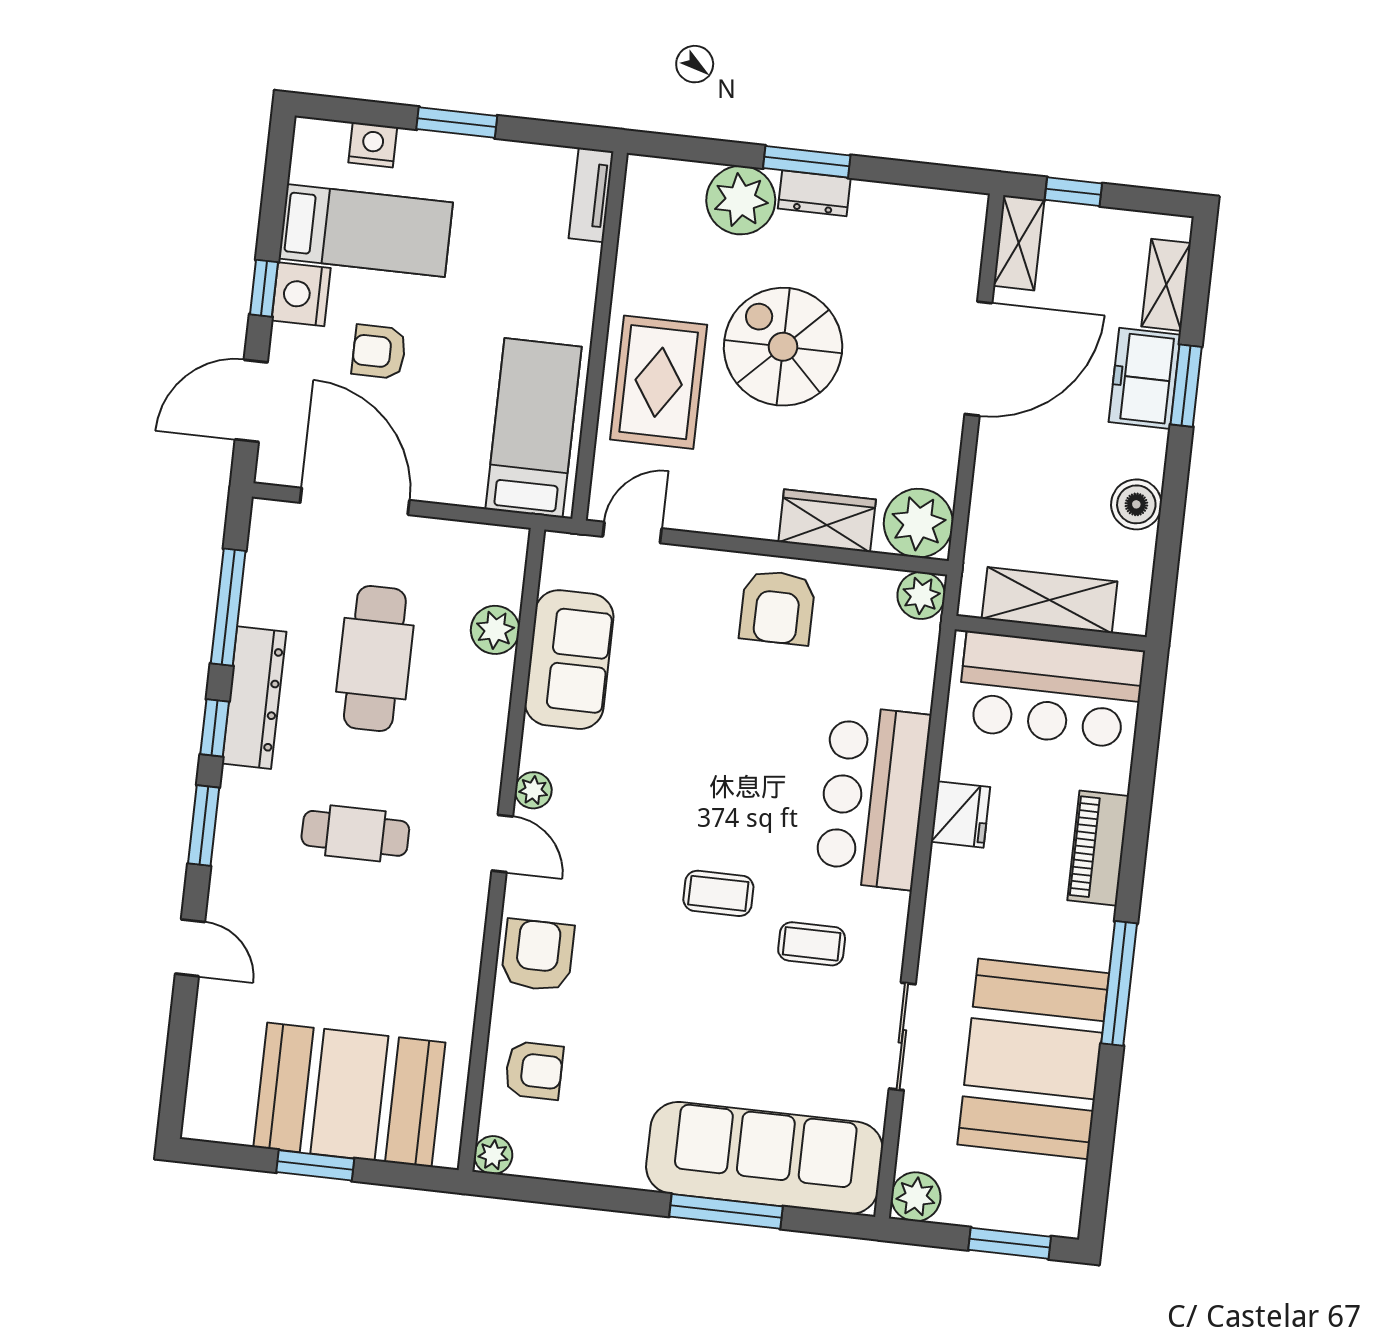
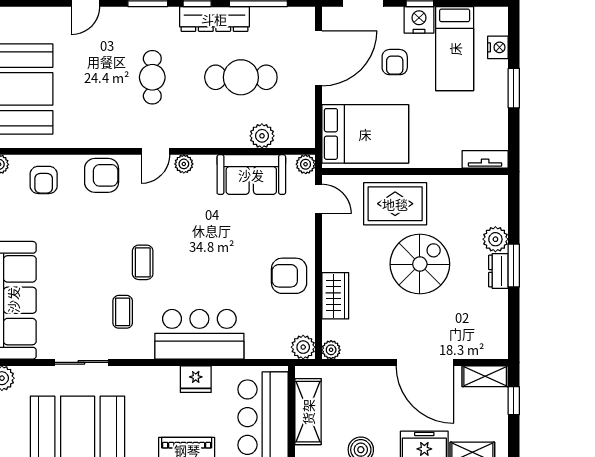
plant: (741, 200) -> (495, 239), width x0.73, depth x0.73
armchair: (379, 352) -> (395, 62), turned 180
bed: (534, 428) -> (365, 134), width x1.50
plant: (918, 523) -> (331, 350), width x0.53, depth x0.53
plant: (561, 550) -> (306, 164), added

